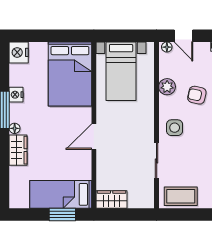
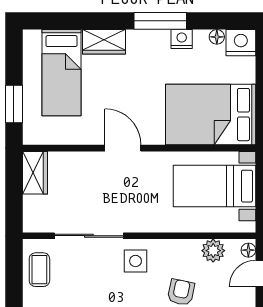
plant: (167, 87) -> (213, 251), moved
floor lamp: (15, 128) -> (217, 37), moved
sliding door: (157, 161) -> (89, 236), width x1.37
bed: (61, 194) -> (61, 73), moved, turned 180
coffee table: (181, 196) -> (39, 270), width x0.73, depth x0.77

